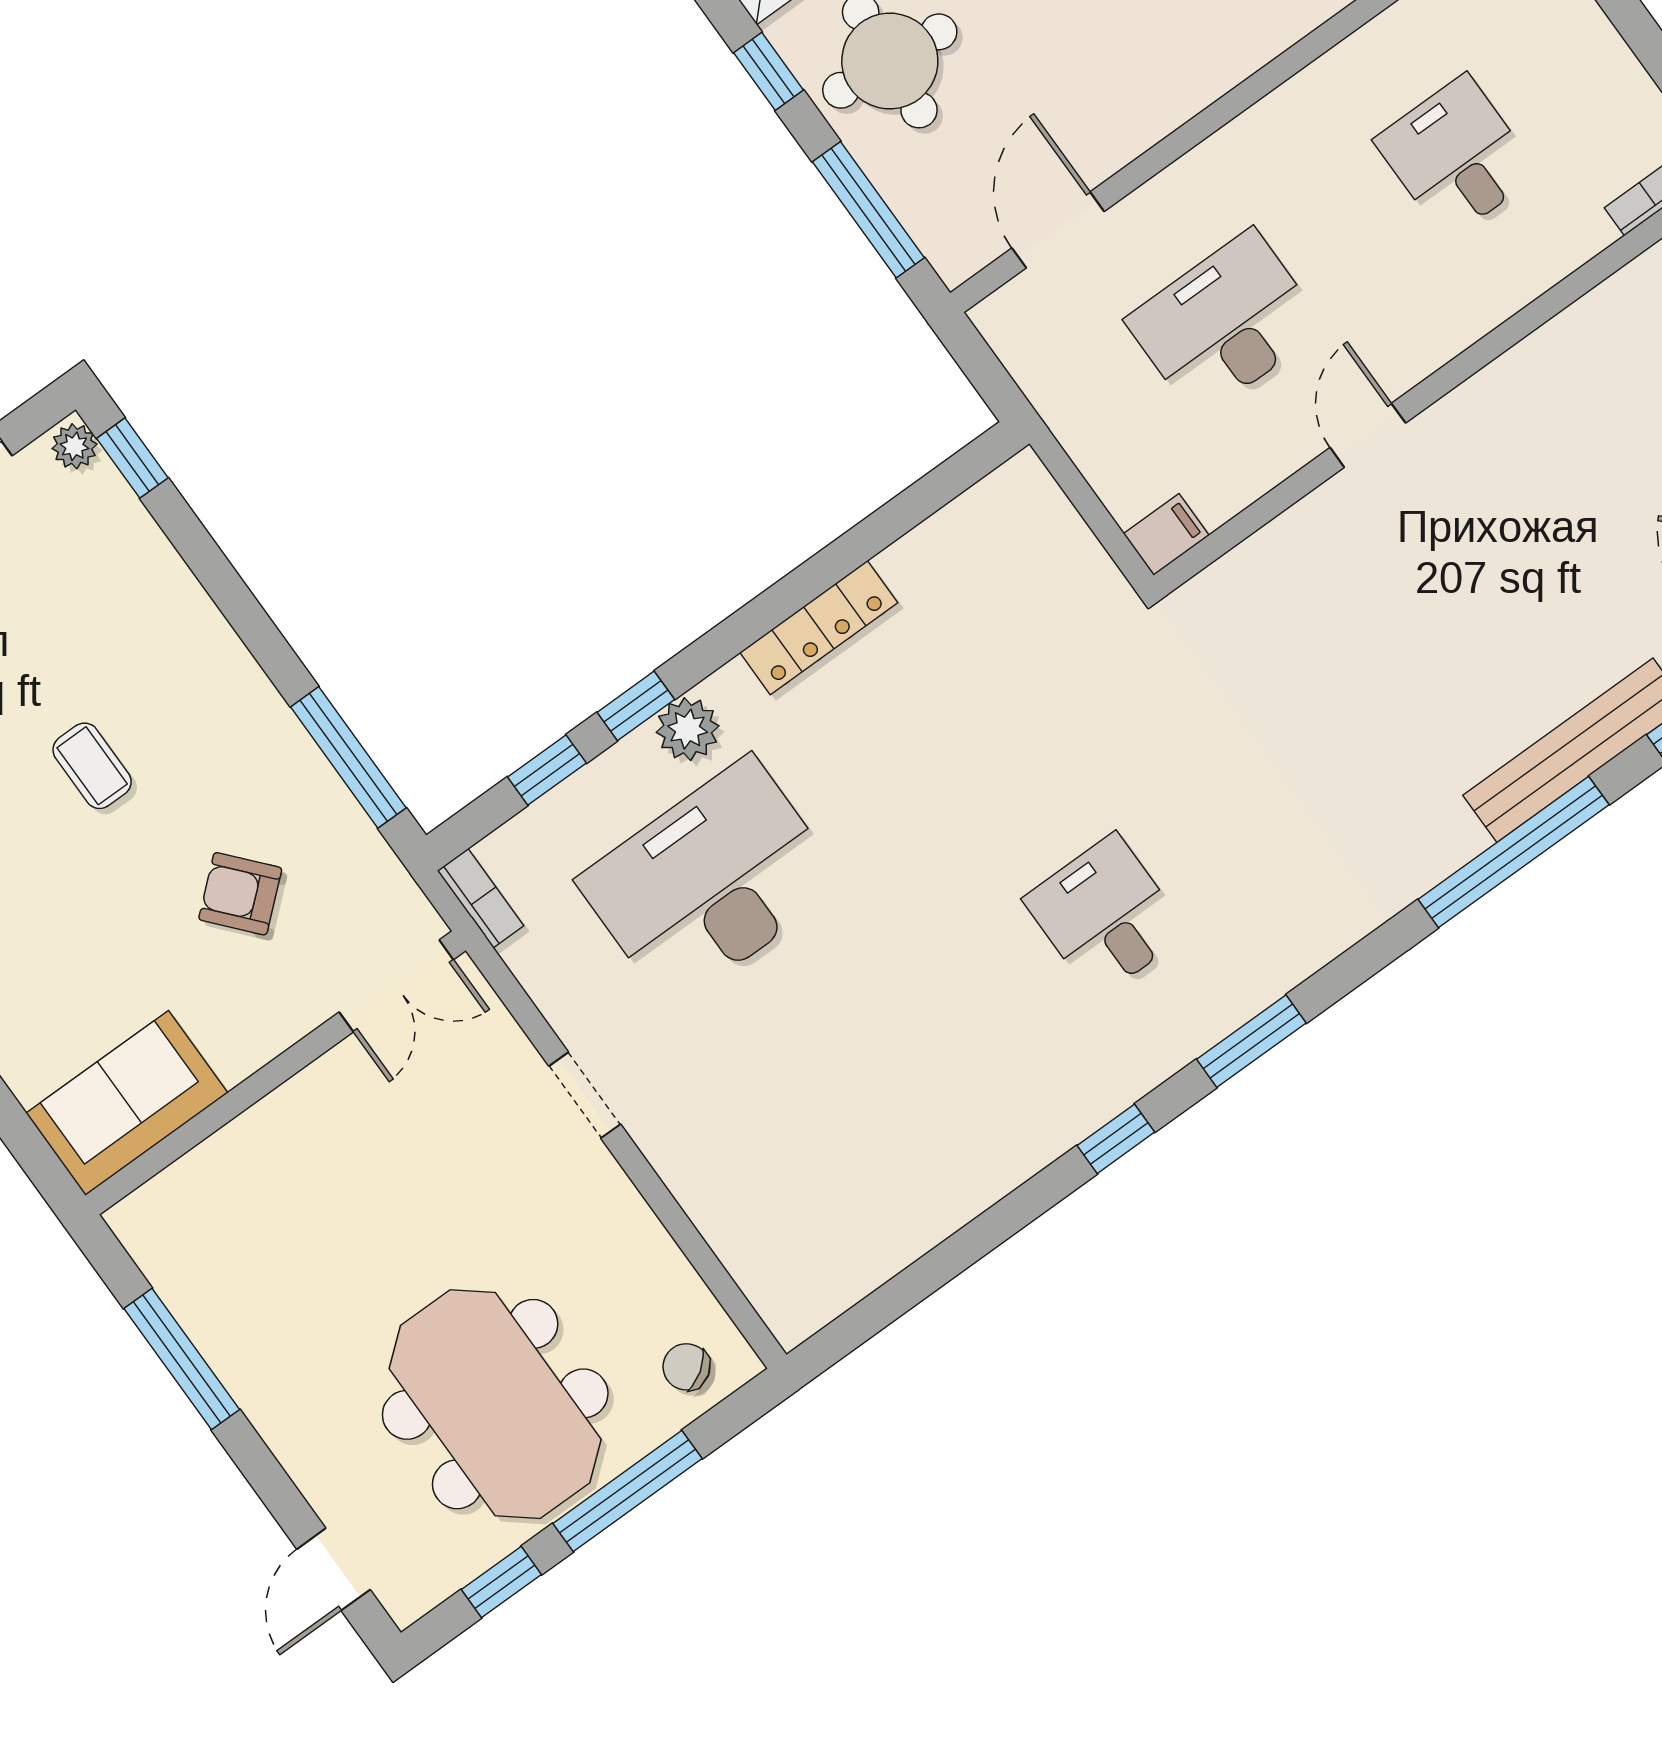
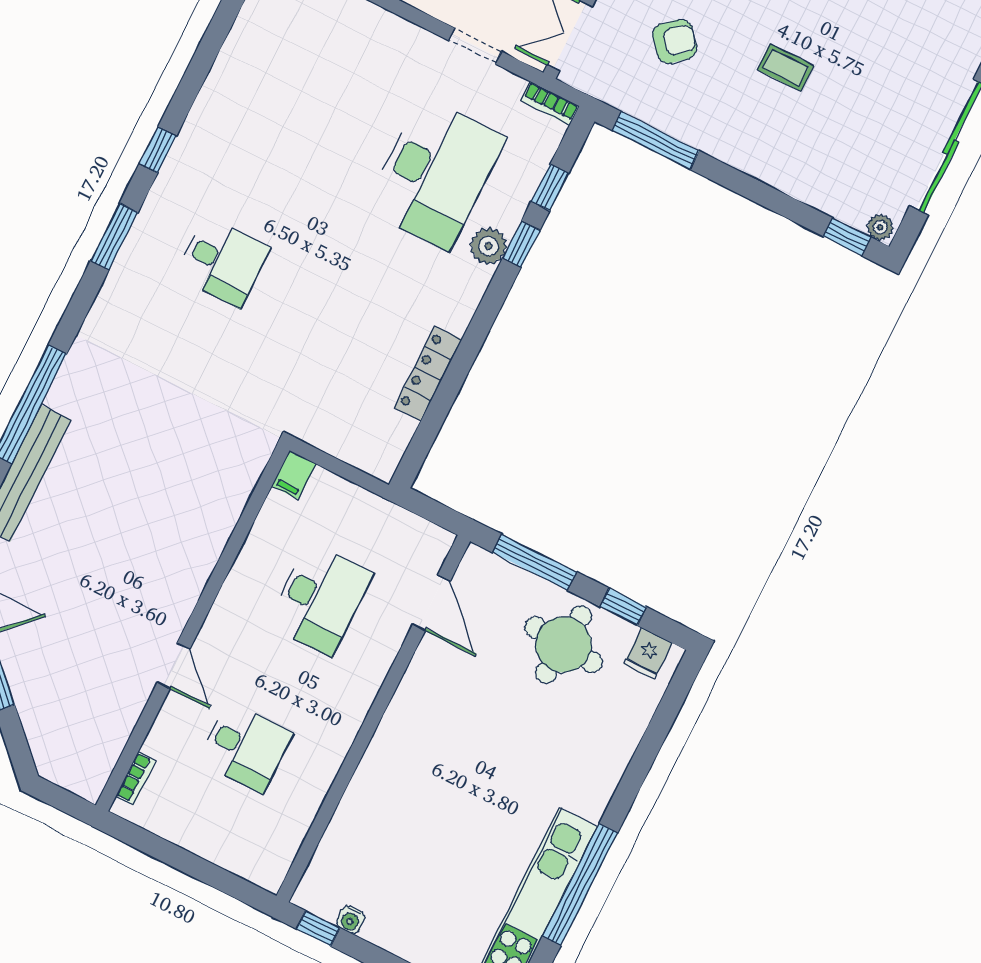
door: (1368, 435) -> (174, 666), moved
locker: (819, 628) -> (428, 374), moved
doorway: (585, 1095) -> (475, 46), moved

